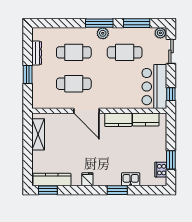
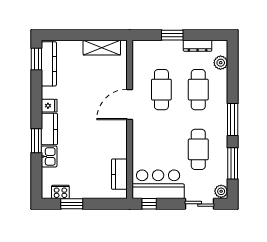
plant: (103, 33) -> (221, 63), moved
kitchen counter: (118, 120) -> (49, 129), moved, turned 180

